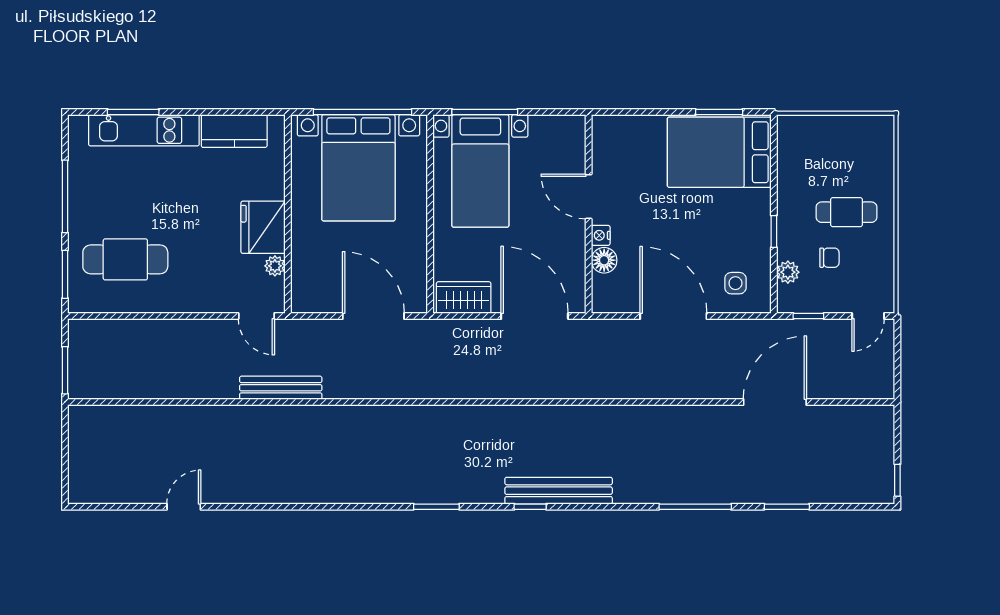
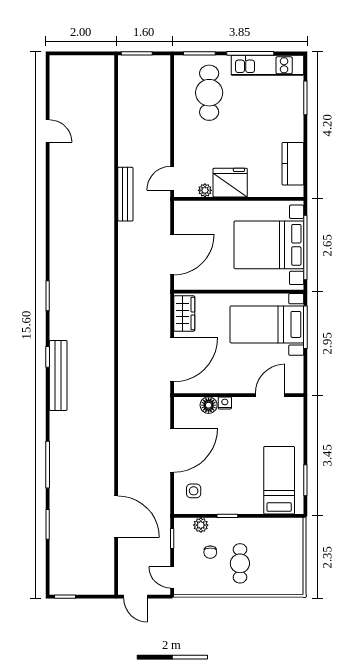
kitchen unit: (144, 130) -> (267, 65), moved, turned -90
bed: (719, 152) -> (279, 480), width x0.67
door: (589, 196) -> (270, 395), moved
door: (897, 372) -> (135, 597), added

